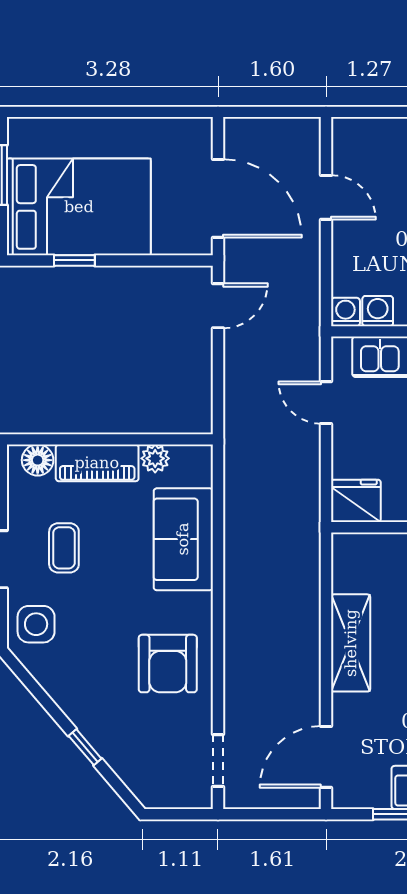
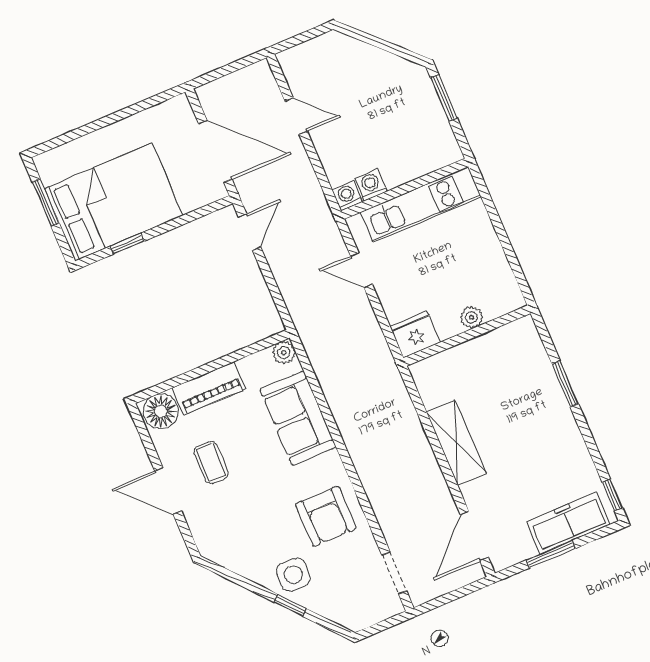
plant: (155, 458) -> (284, 353), moved
floor lamp: (38, 460) -> (161, 411), width x1.38, depth x1.38
side table: (36, 624) -> (293, 575), moved

